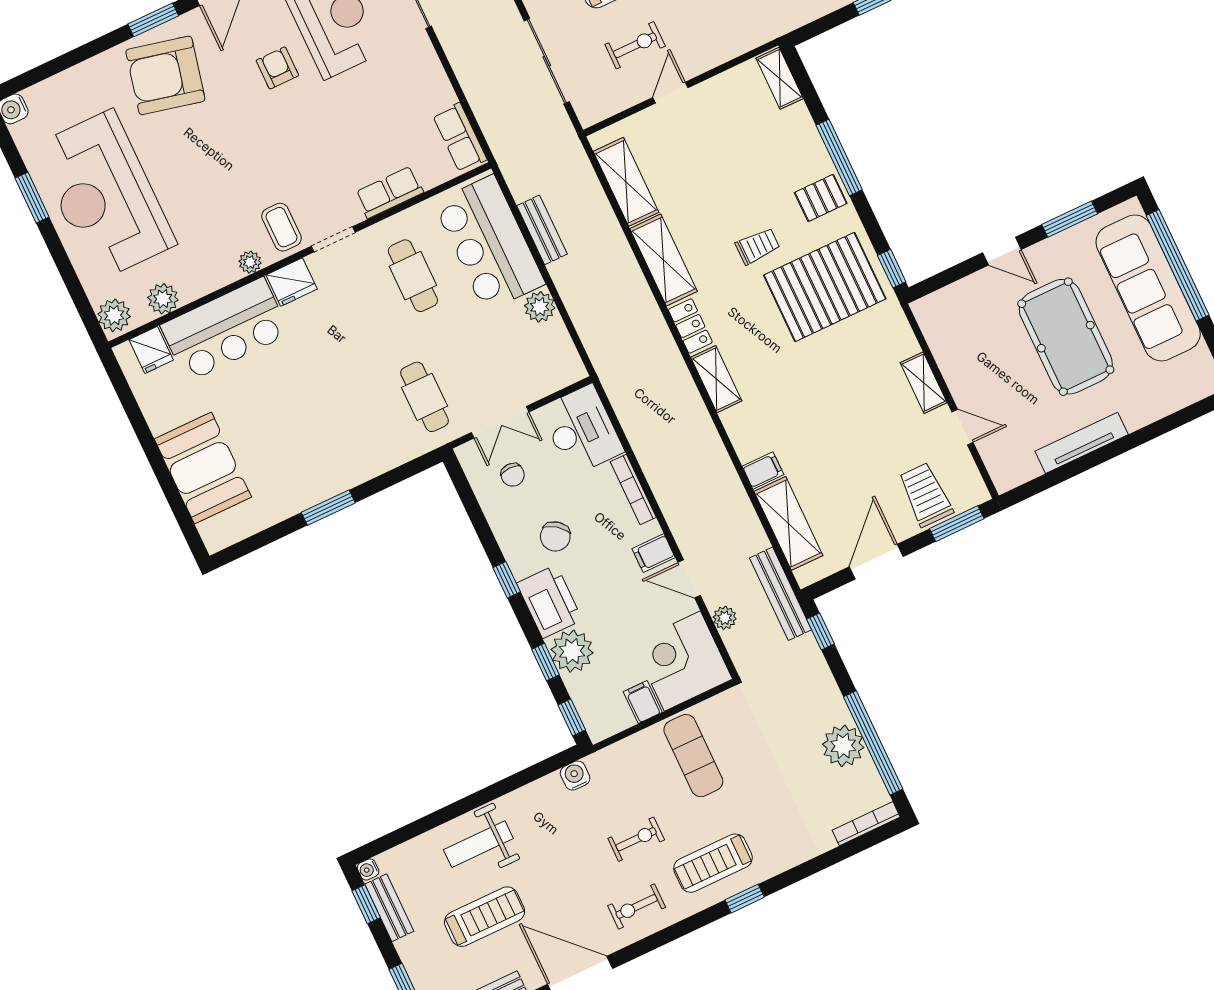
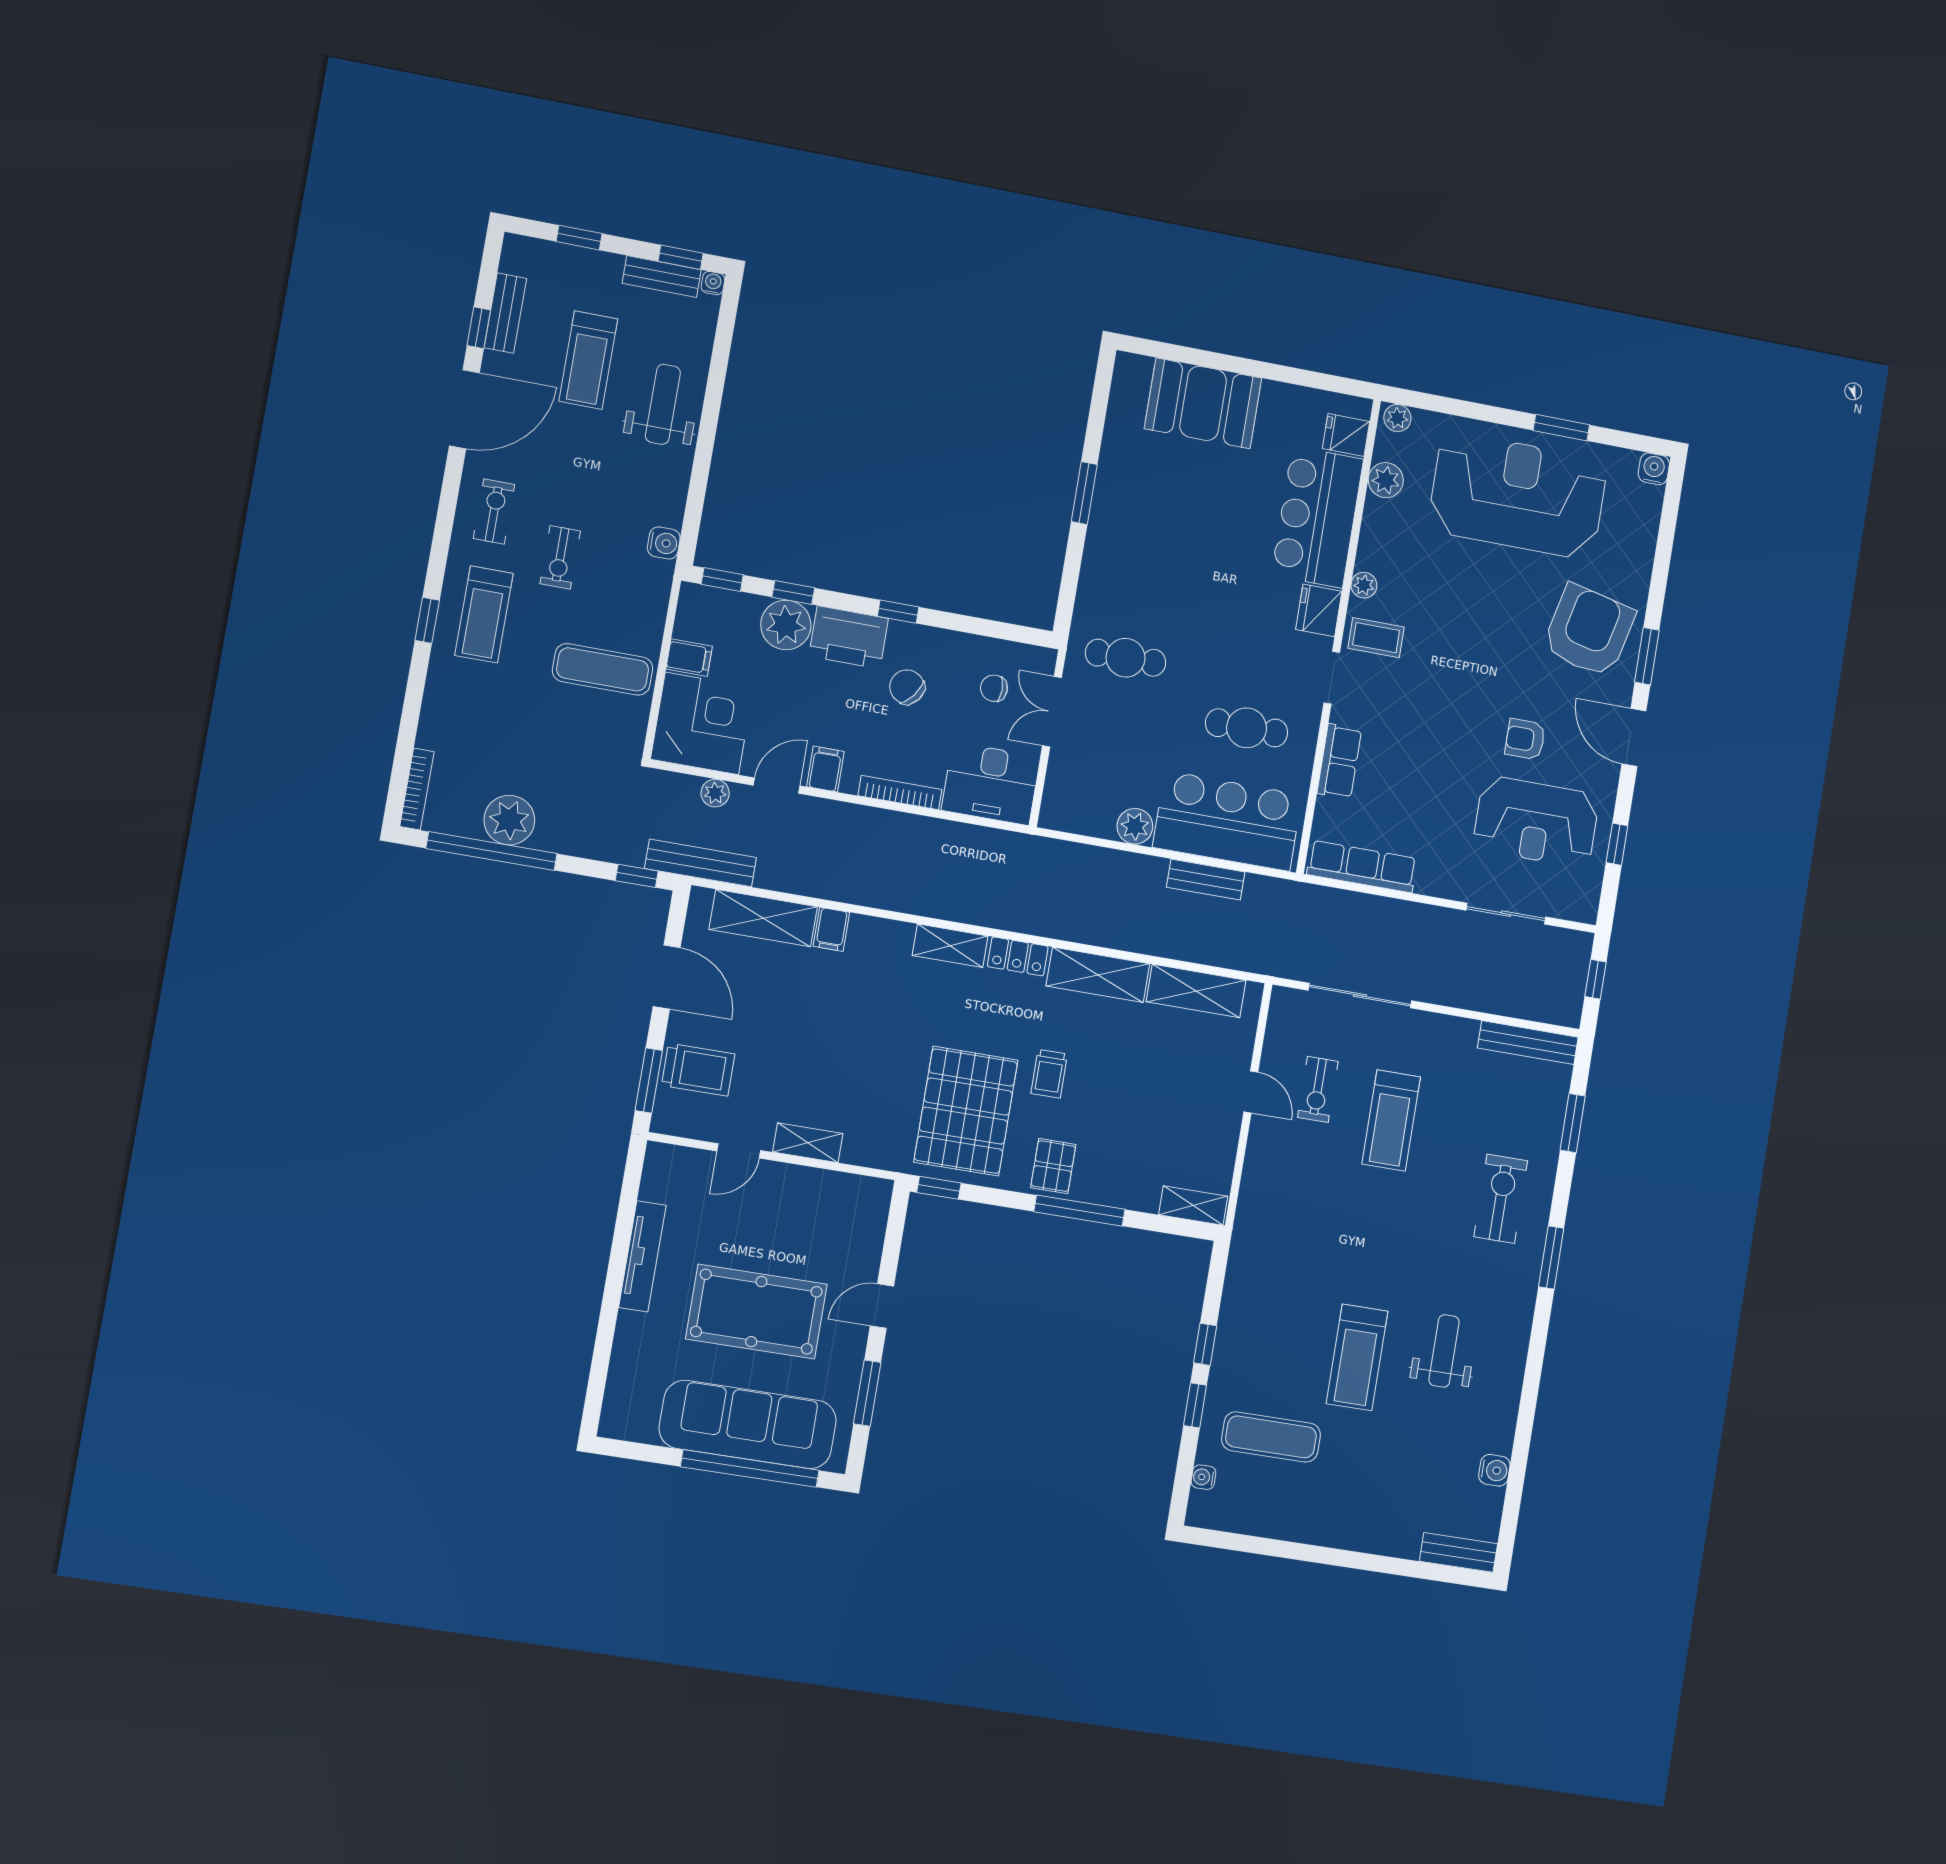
armchair: (277, 68) -> (1525, 739), turned 180
row of seats: (460, 137) -> (1362, 866), width x1.48
plant: (114, 315) -> (1397, 418), width x0.73, depth x0.73
treadmill: (713, 863) -> (484, 614), turned 180

